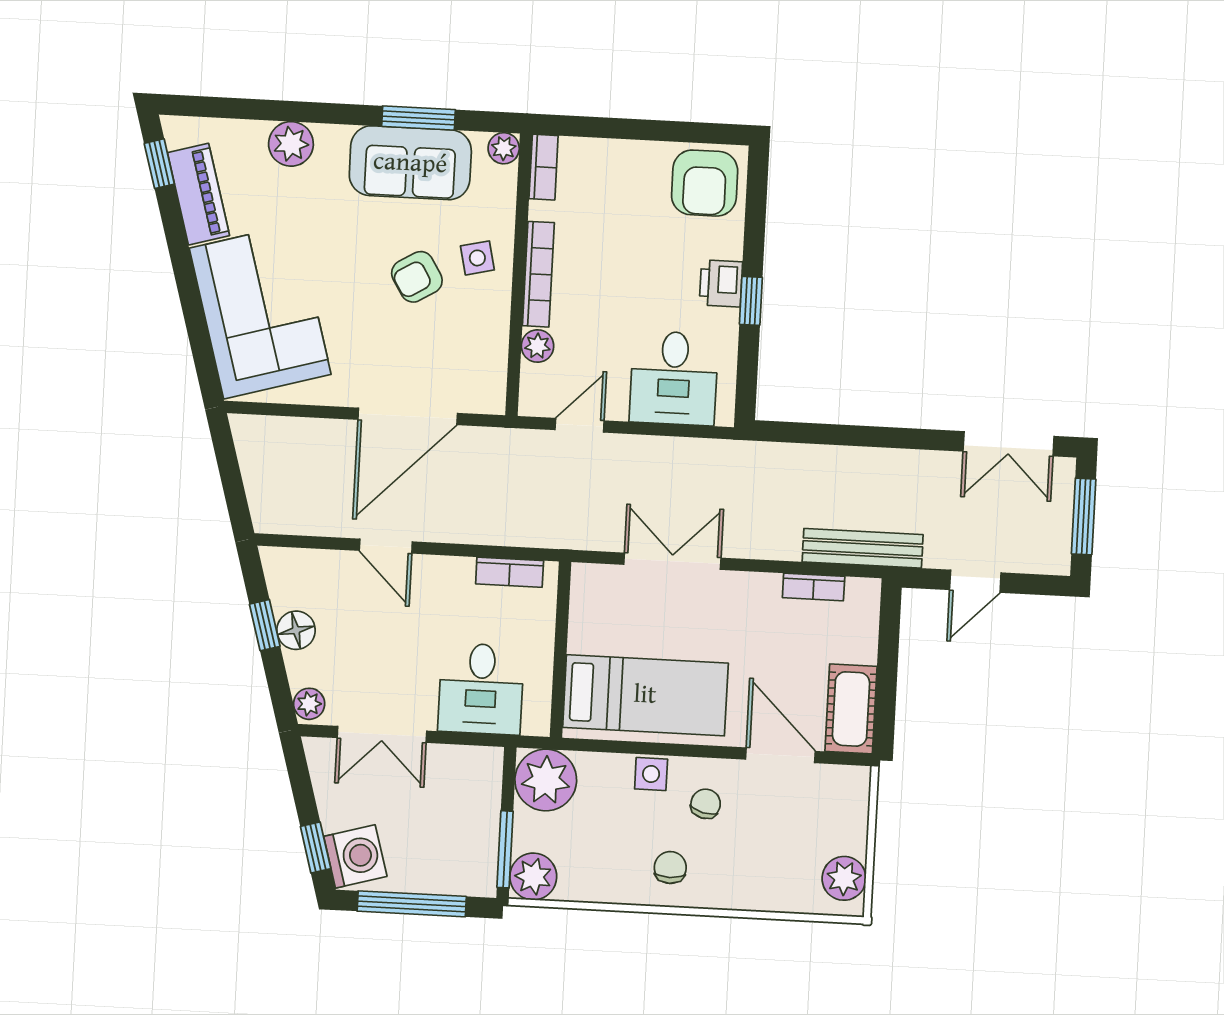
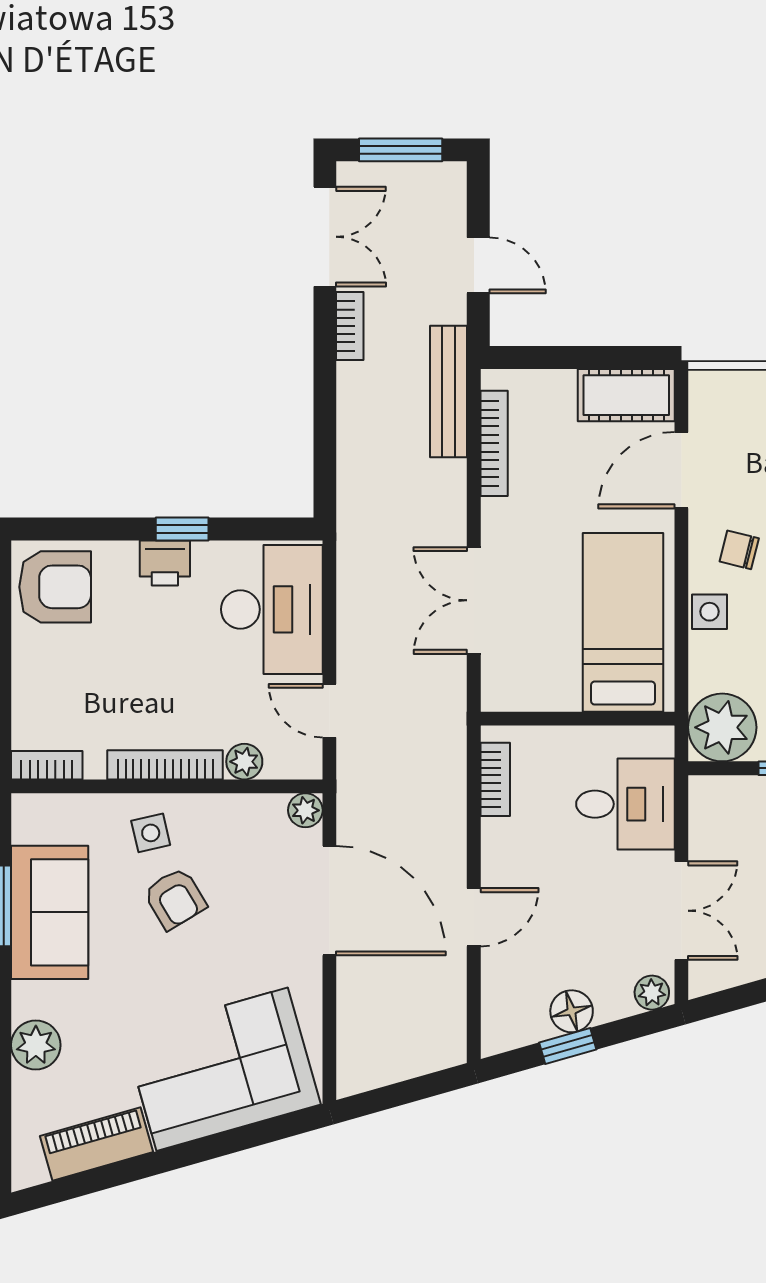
plant: (504, 148) -> (305, 810), moved
window: (159, 164) -> (65, 1189), removed
desk: (674, 378) -> (272, 609), width x1.37
bookcase: (927, 462) -> (350, 326), added
bookcase: (814, 587) -> (494, 443), width x1.56

